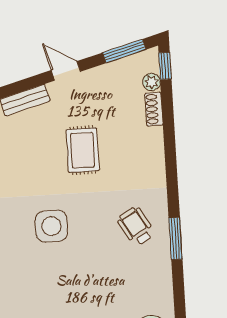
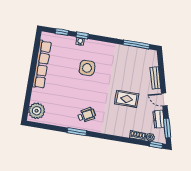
door: (66, 71) -> (164, 99), swing flipped
dresser: (110, 73) -> (159, 119), added
side table: (51, 226) -> (87, 68), moved

